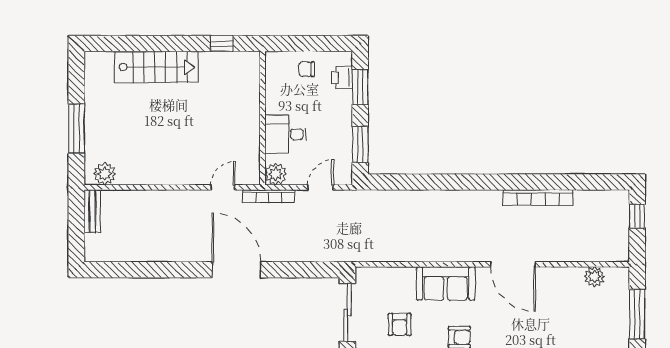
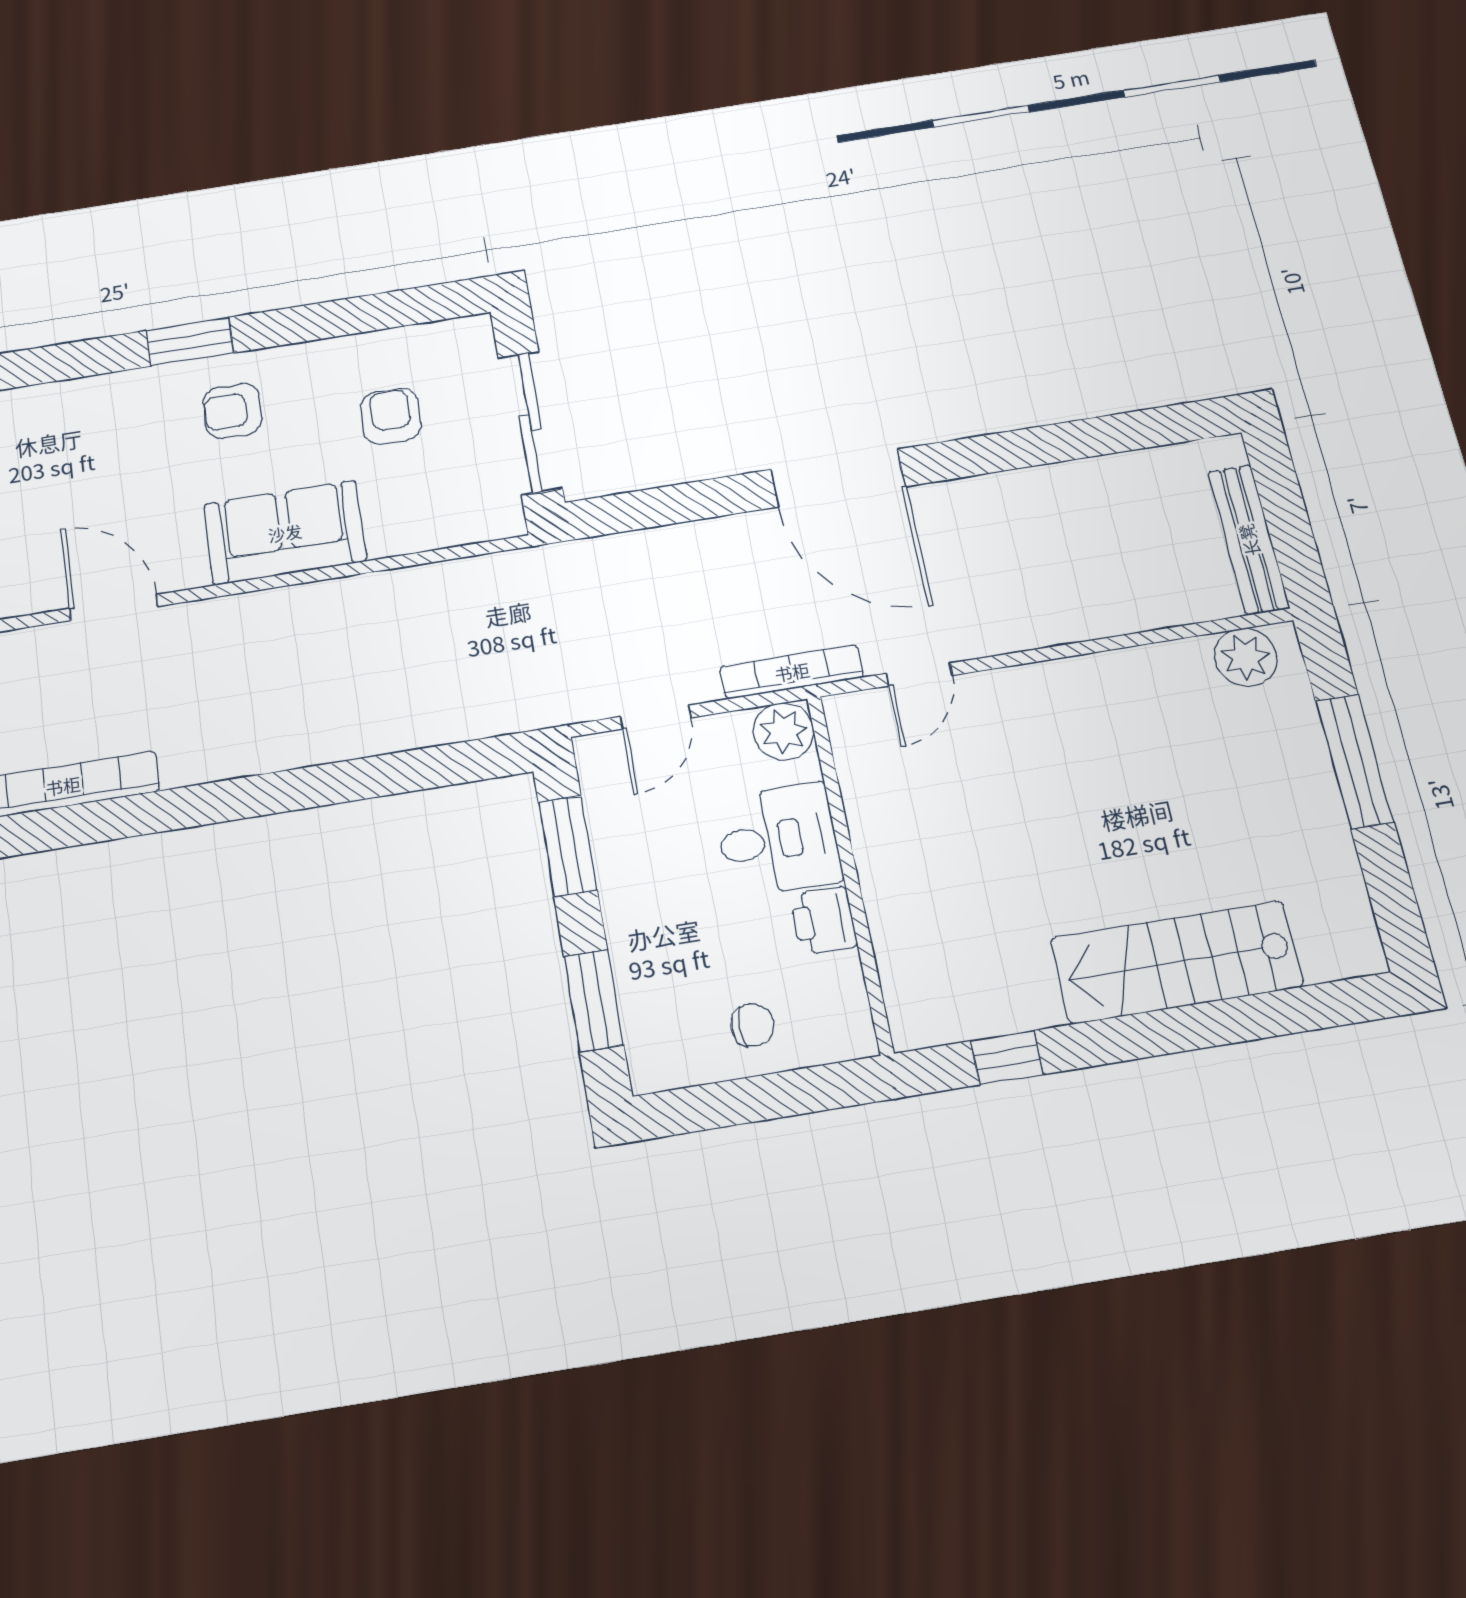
printer: (342, 77) -> (824, 921), moved, turned 180
bench: (92, 211) -> (1249, 540), width x1.36
door: (513, 264) -> (114, 607), width x0.73

